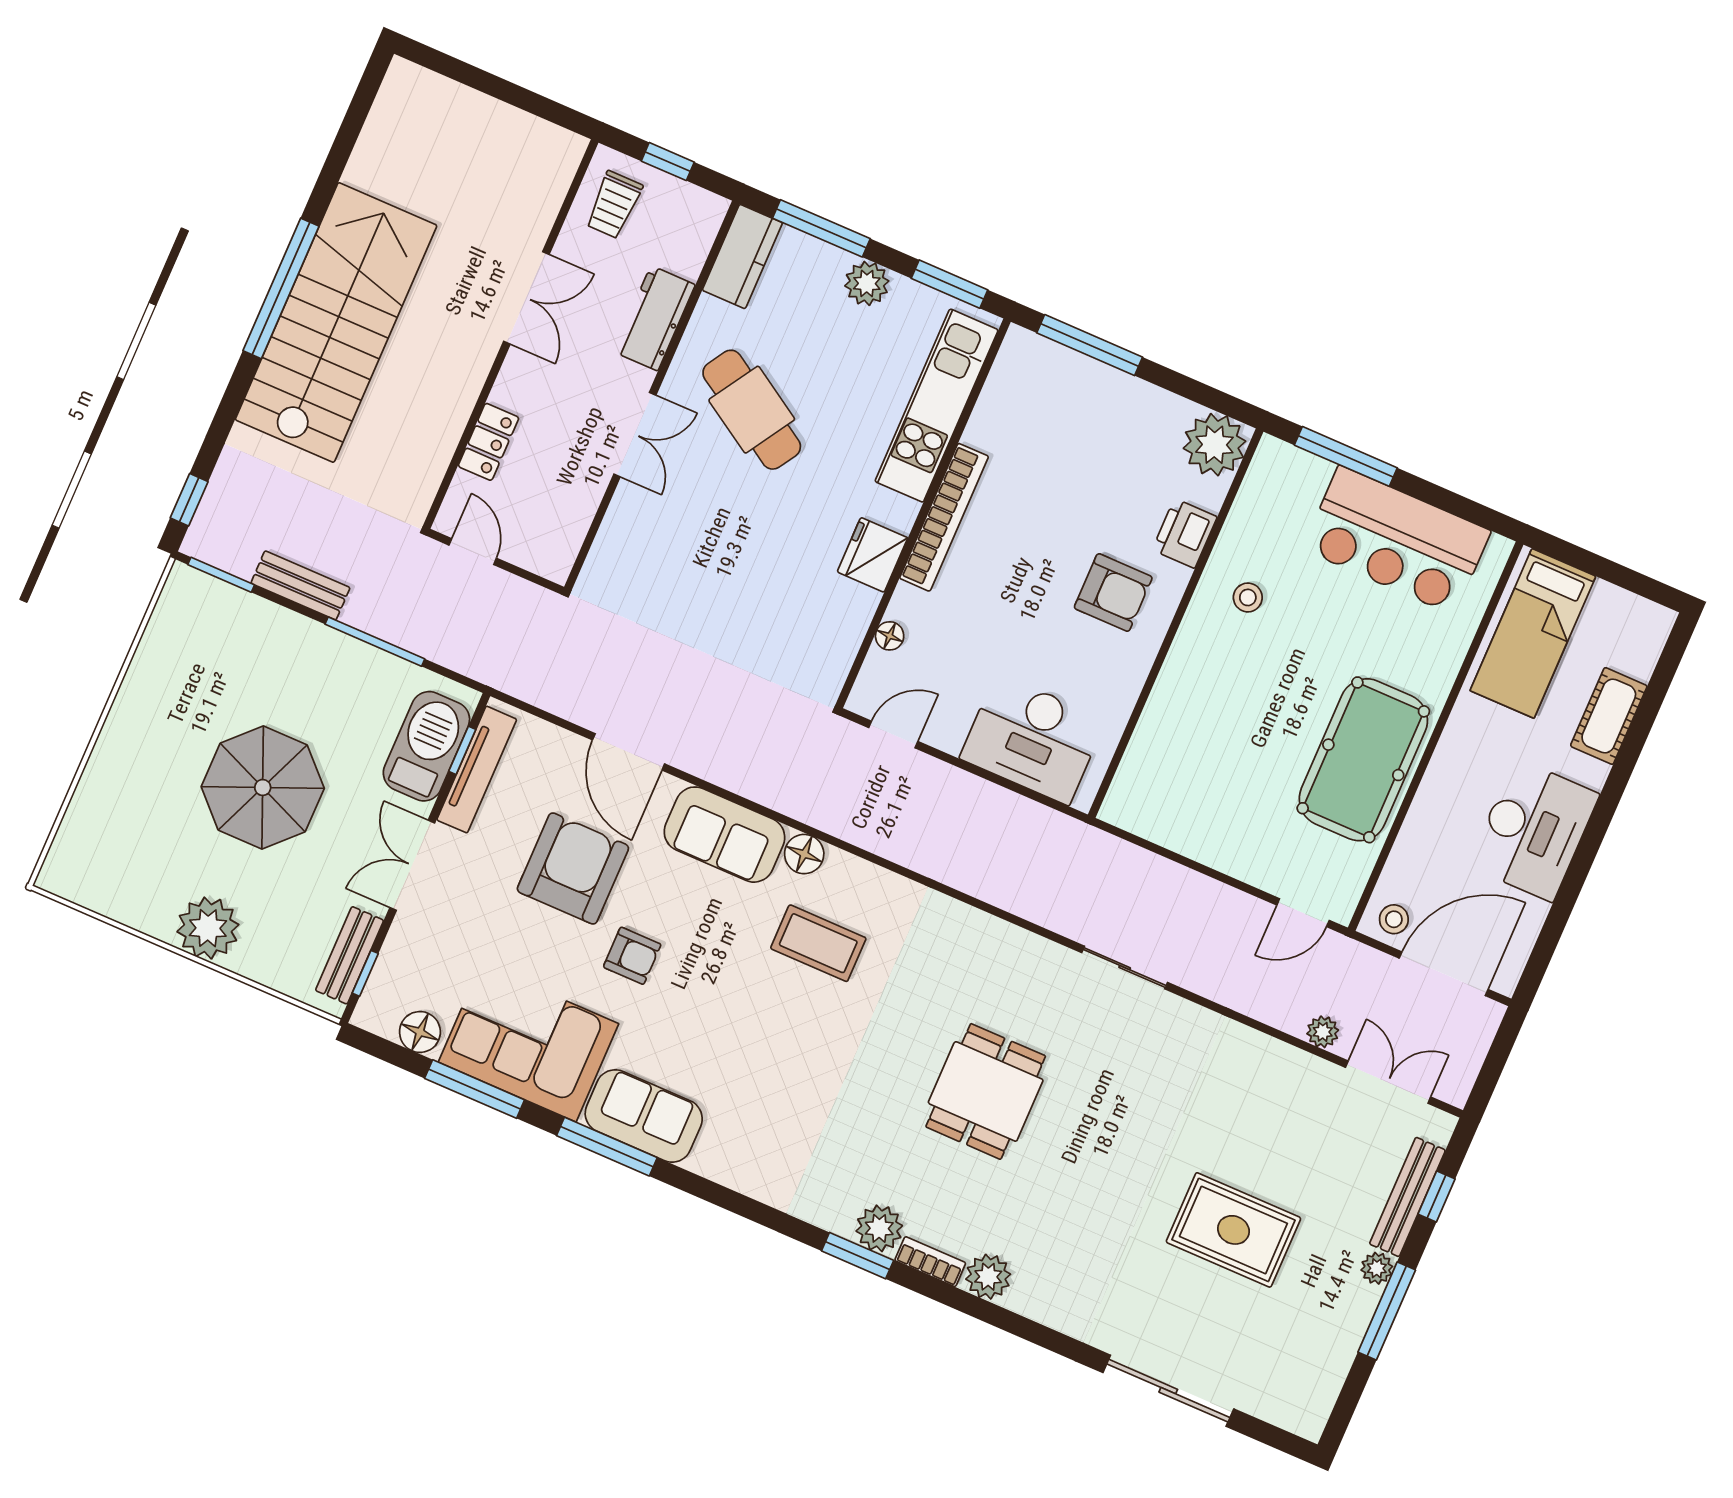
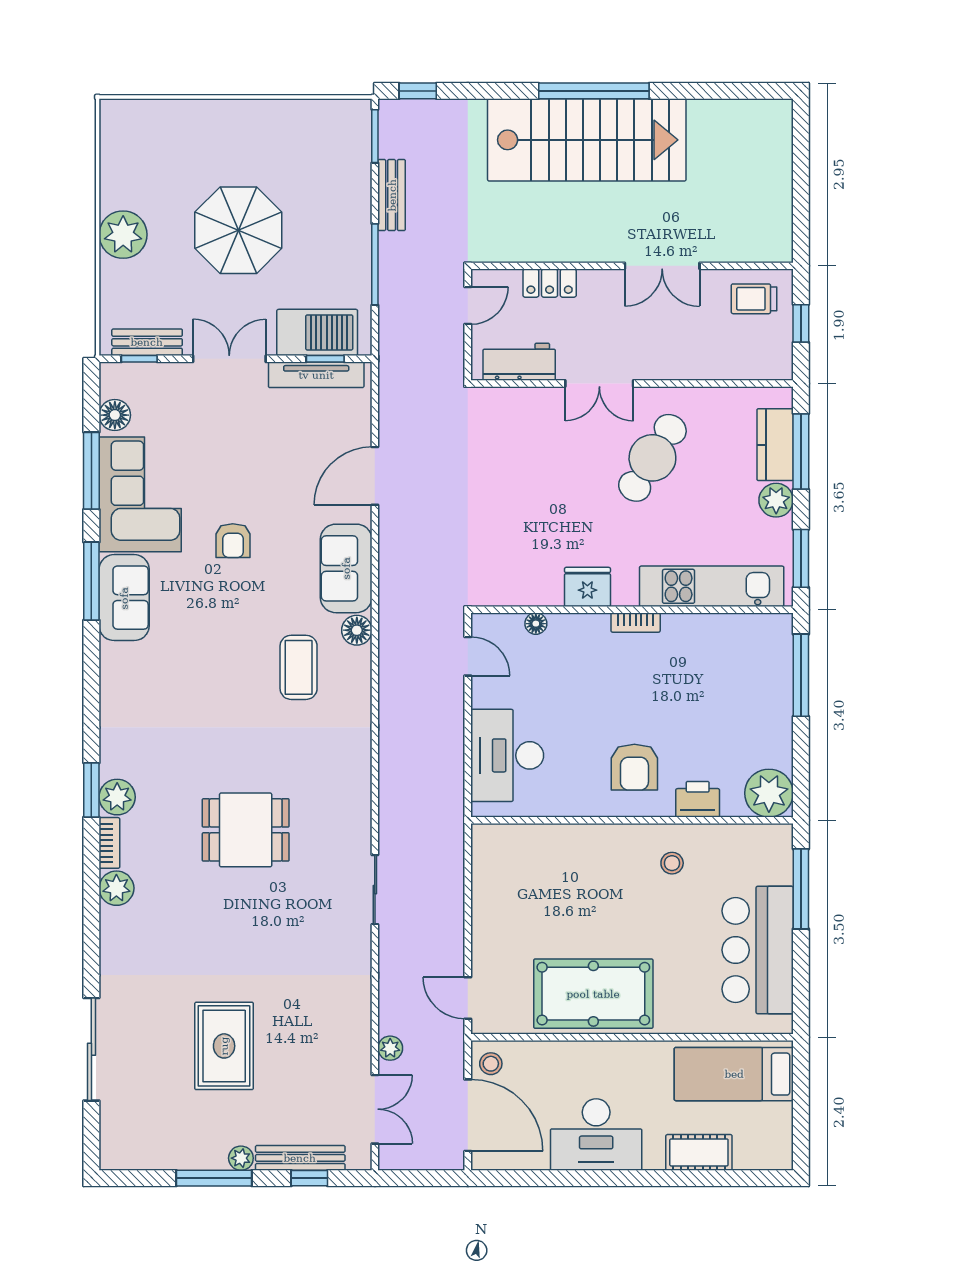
kitchen counter: (742, 256) -> (775, 445), moved, turned 90
workbench: (654, 318) -> (519, 362), moved
bookcase: (944, 517) -> (636, 623), width x0.43, depth x0.76
armchair: (573, 869) -> (276, 472), removed

